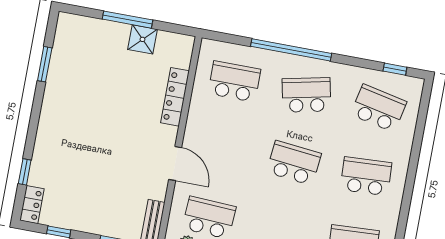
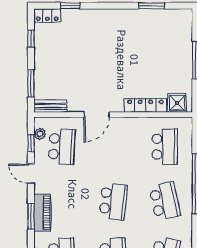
shower: (142, 39) -> (177, 103), moved

